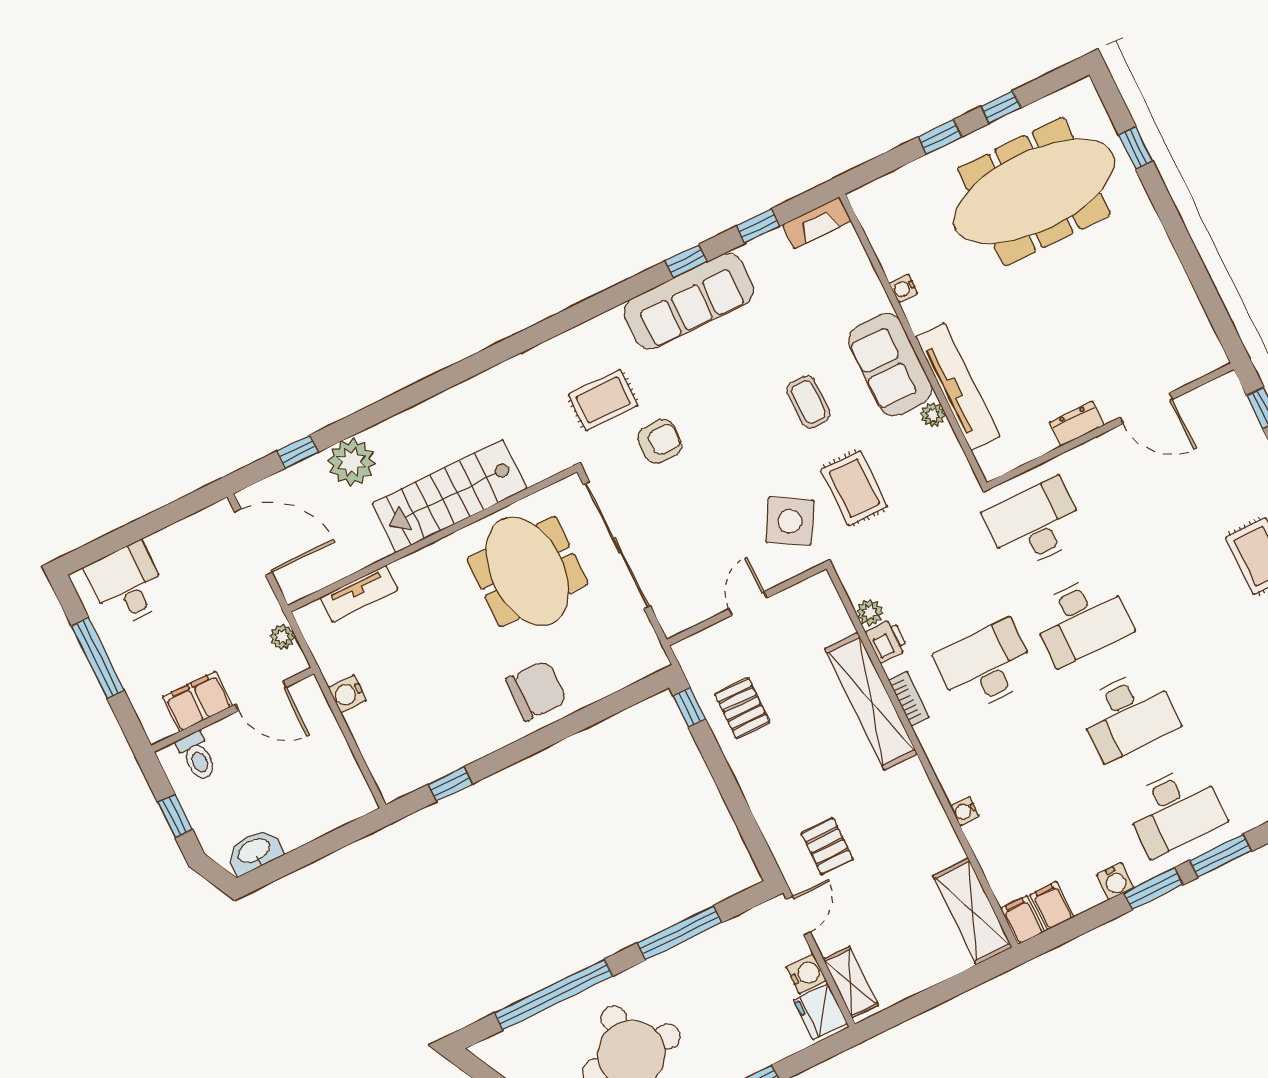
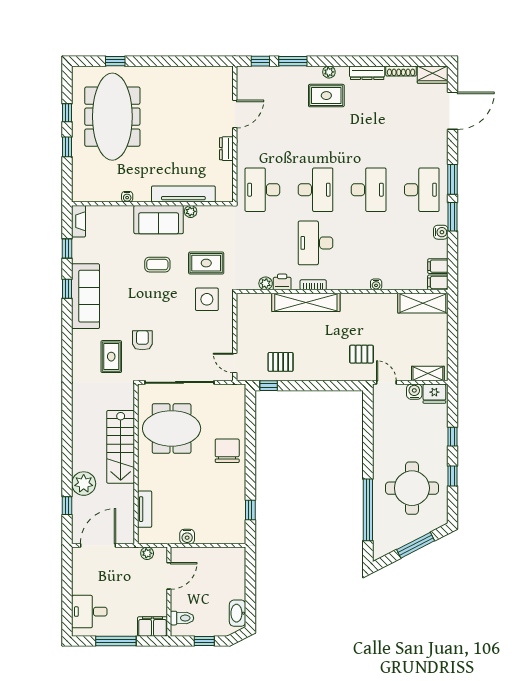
side table: (790, 521) -> (207, 299), turned -30
door: (748, 603) -> (235, 363), moved
filing cabinet: (198, 701) -> (153, 626), moved, turned 90
window: (679, 933) -> (368, 440), removed

